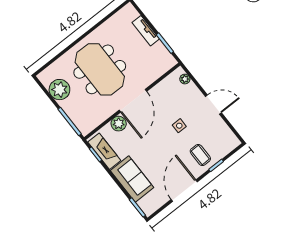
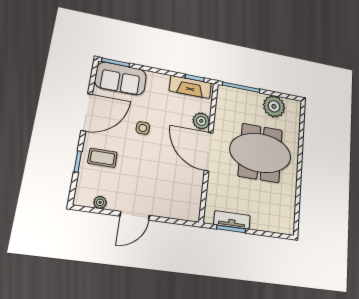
tv unit: (146, 31) -> (232, 220), moved
plant: (185, 79) -> (100, 202), moved
side table: (179, 126) -> (143, 128), moved
sofa: (132, 179) -> (121, 79), moved
door: (184, 191) -> (87, 112), hinge flipped

